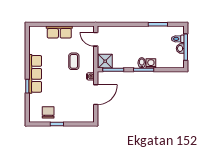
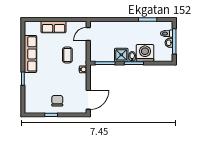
door: (96, 39) -> (88, 34), hinge flipped
shower: (105, 61) -> (121, 55), moved
washing machine: (151, 63) -> (145, 53), width x1.89, depth x1.89
row of seats: (35, 74) -> (30, 54), moved
door: (96, 95) -> (88, 100), moved
chair: (48, 112) -> (57, 101), moved

